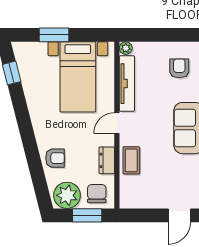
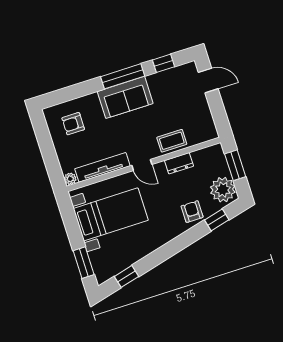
window: (54, 35) -> (84, 263), moved
window: (39, 180) -> (217, 220), added
chair: (97, 194) -> (212, 163), removed

